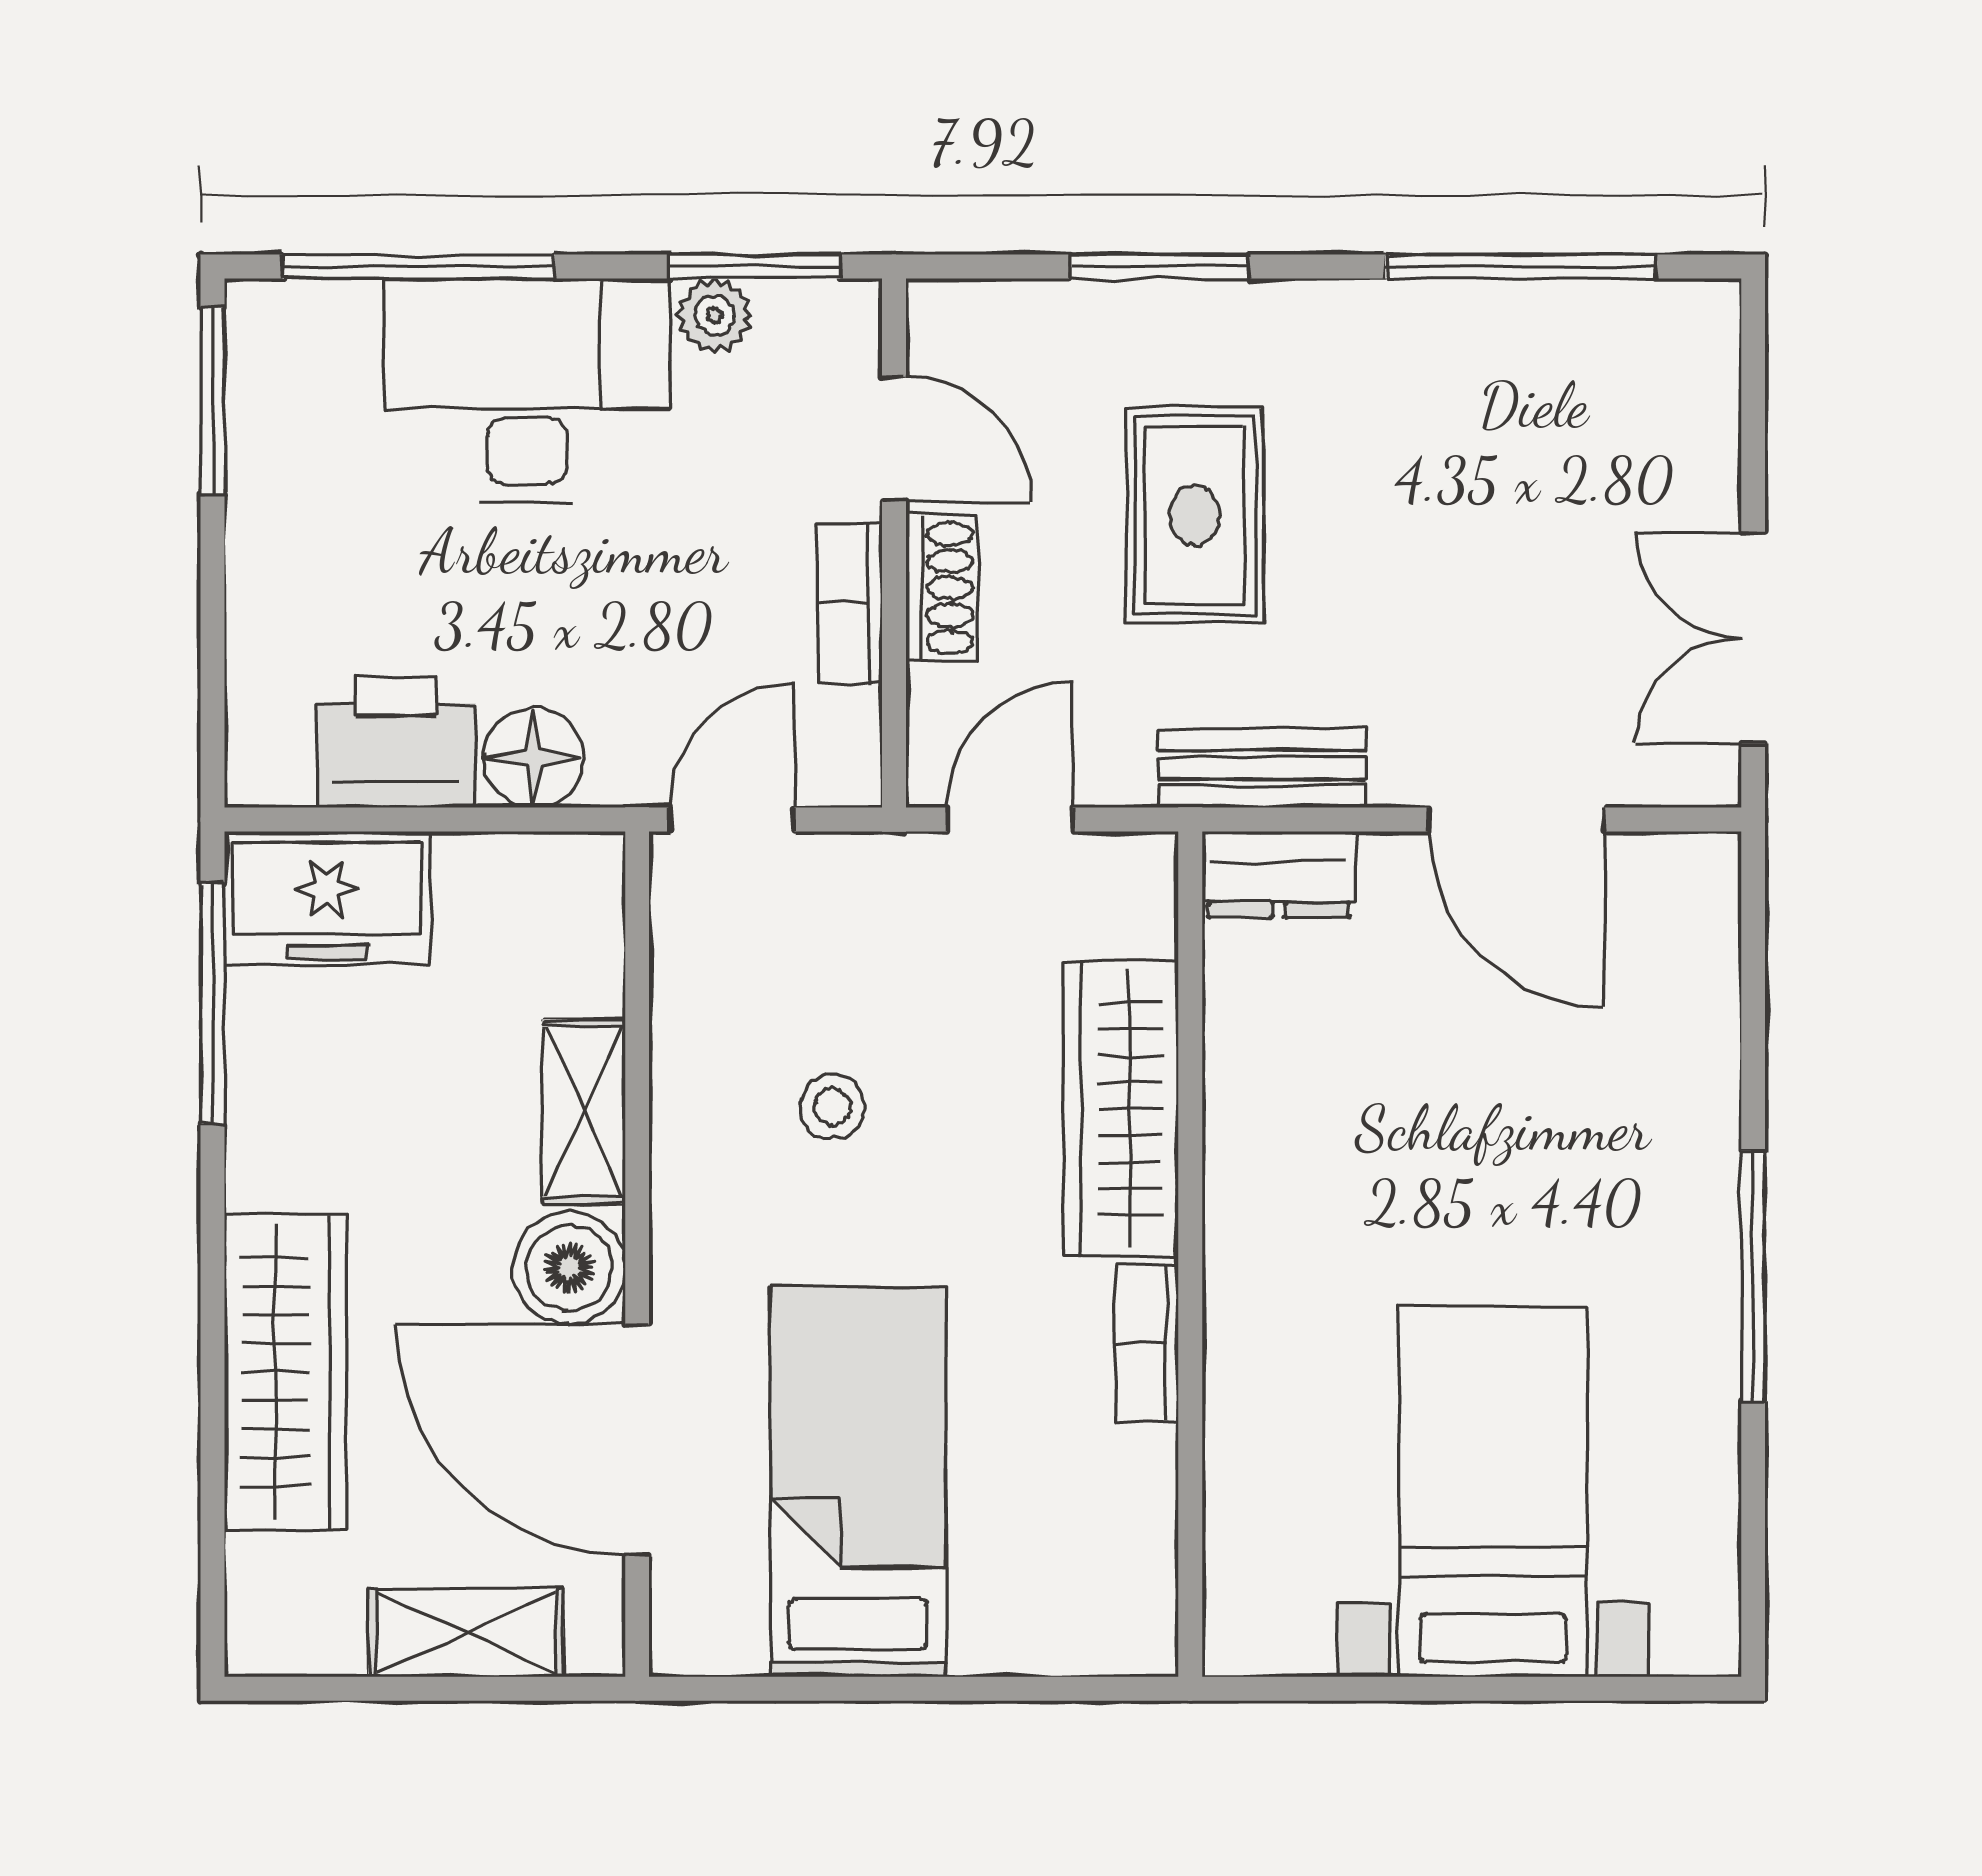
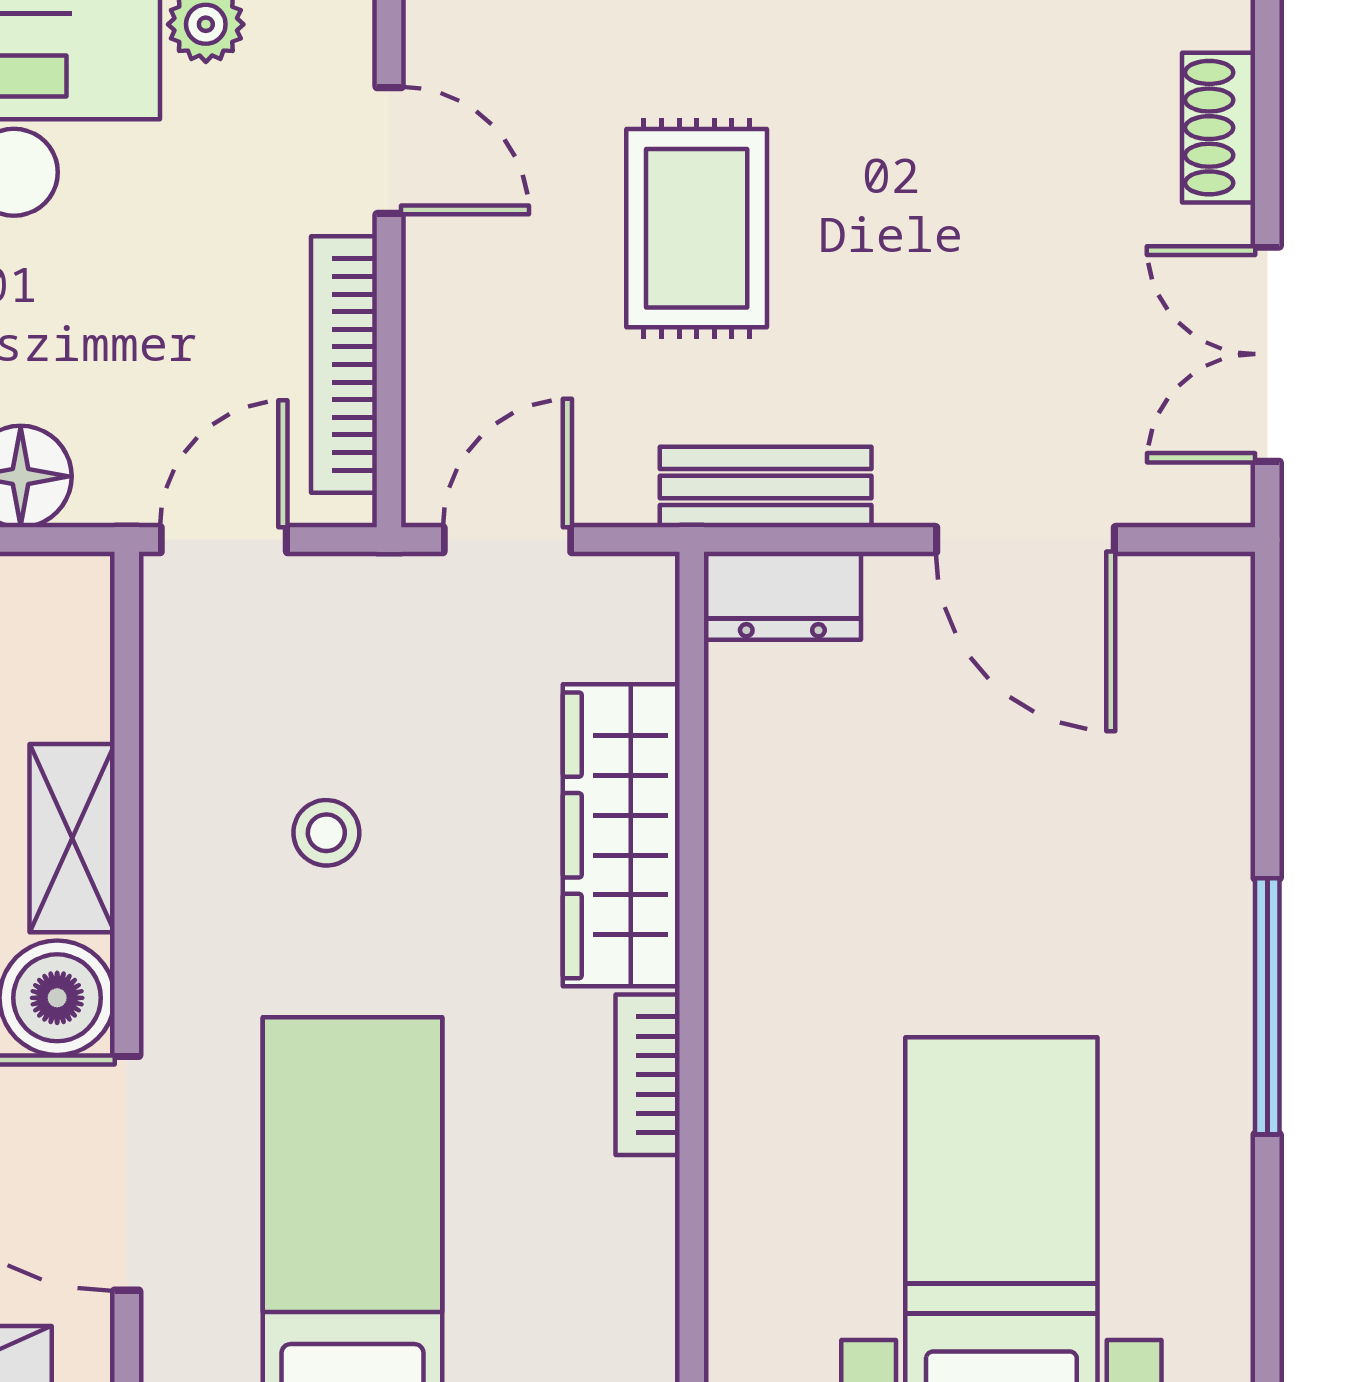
shoe rack: (941, 588) -> (1219, 128), moved, turned 180
bookcase: (850, 603) -> (344, 365), width x1.56

